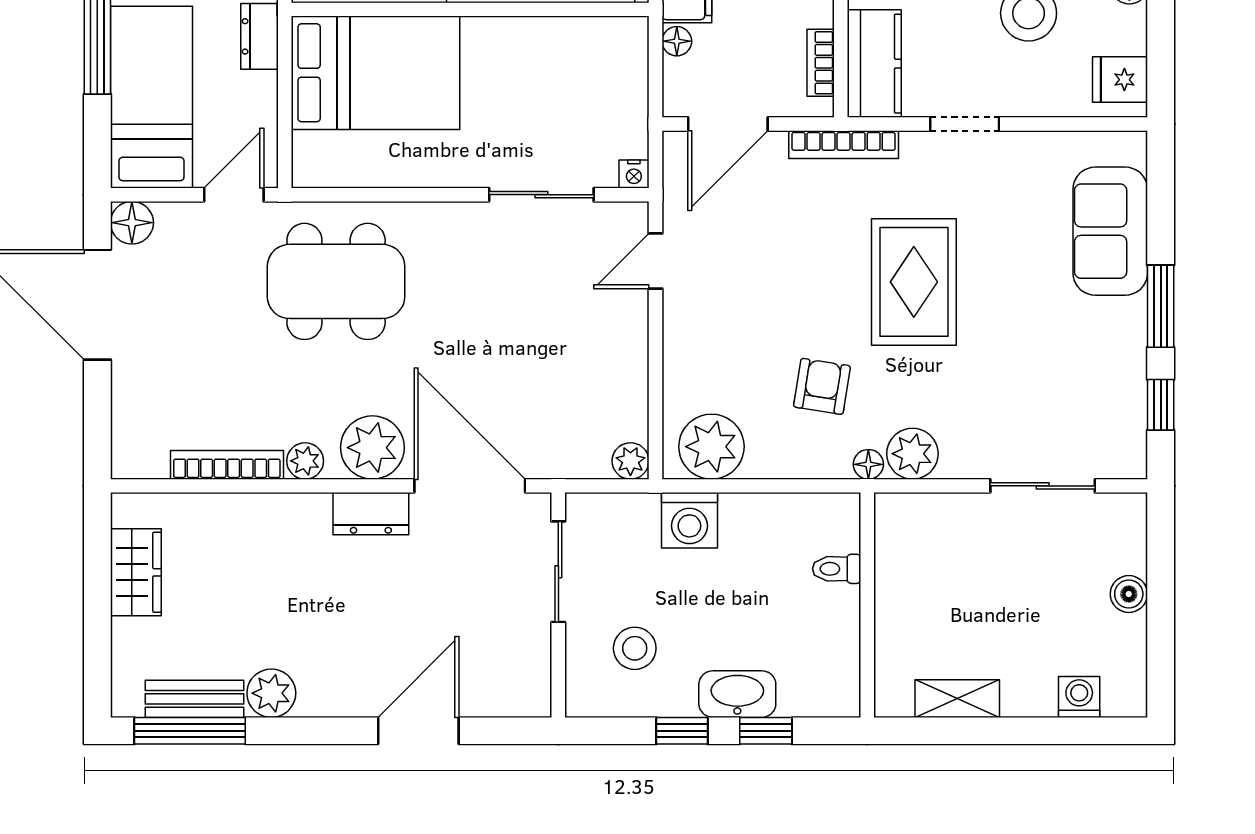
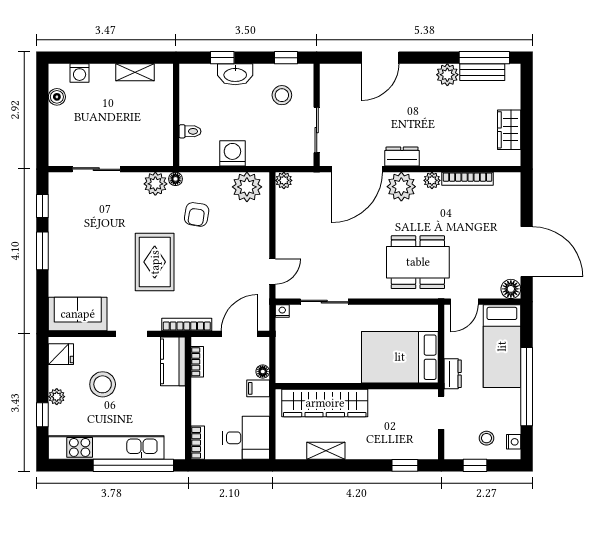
sofa: (1110, 231) -> (78, 314), moved, turned -90
door: (470, 486) -> (357, 169), hinge flipped
washing machine: (689, 520) -> (232, 153), moved
boiler: (1129, 594) -> (57, 97), moved
window: (682, 731) -> (286, 58), moved

